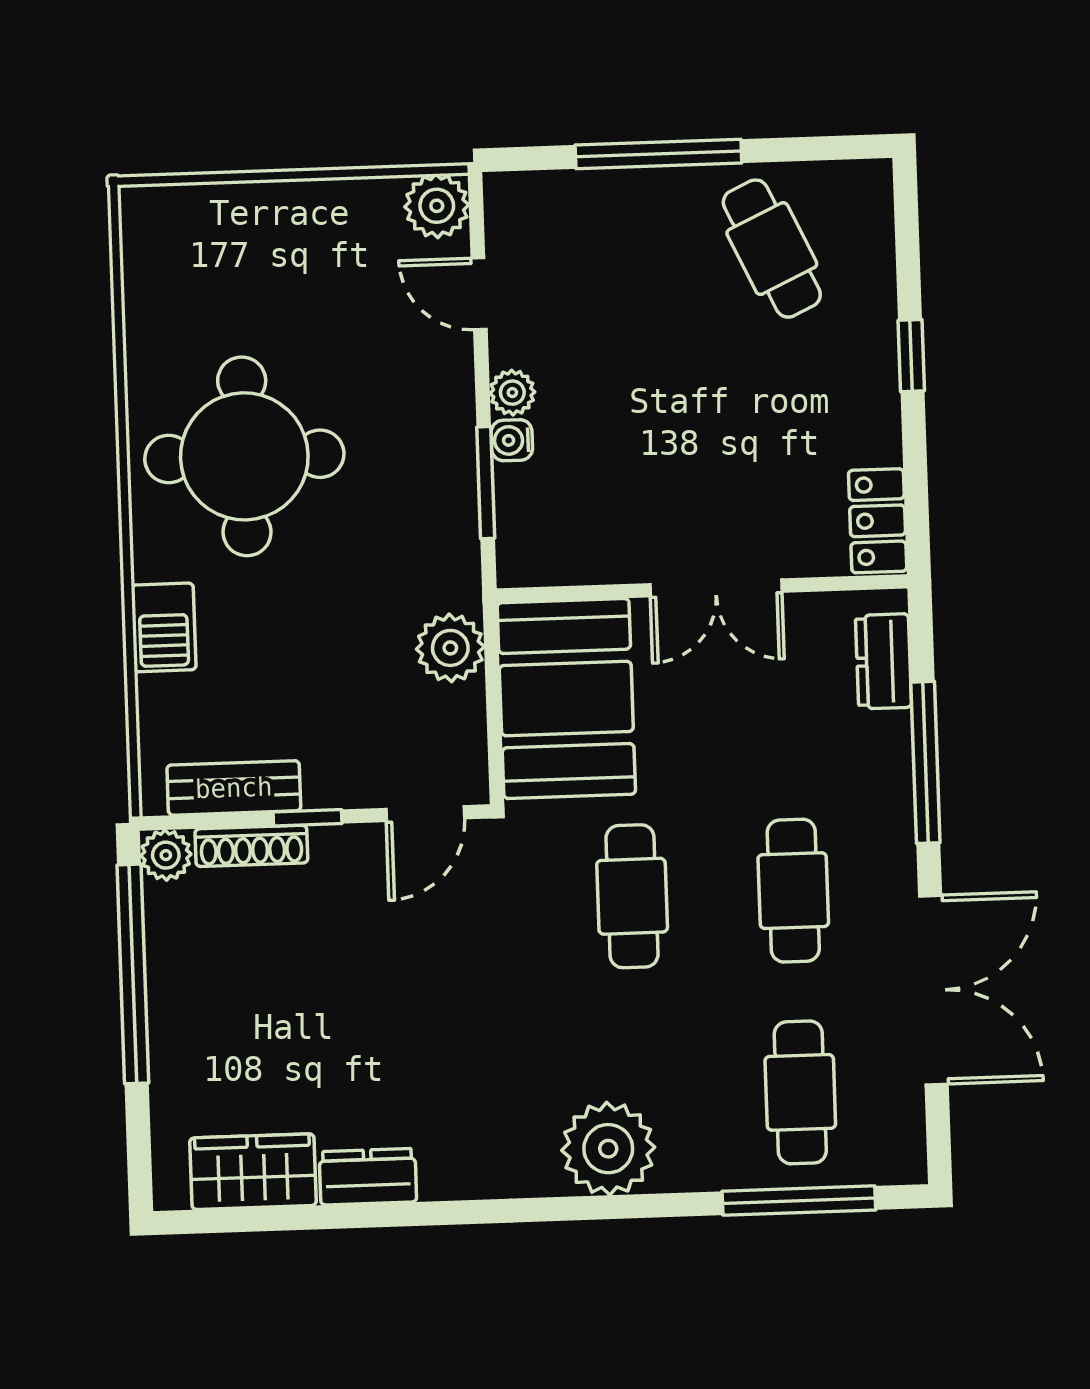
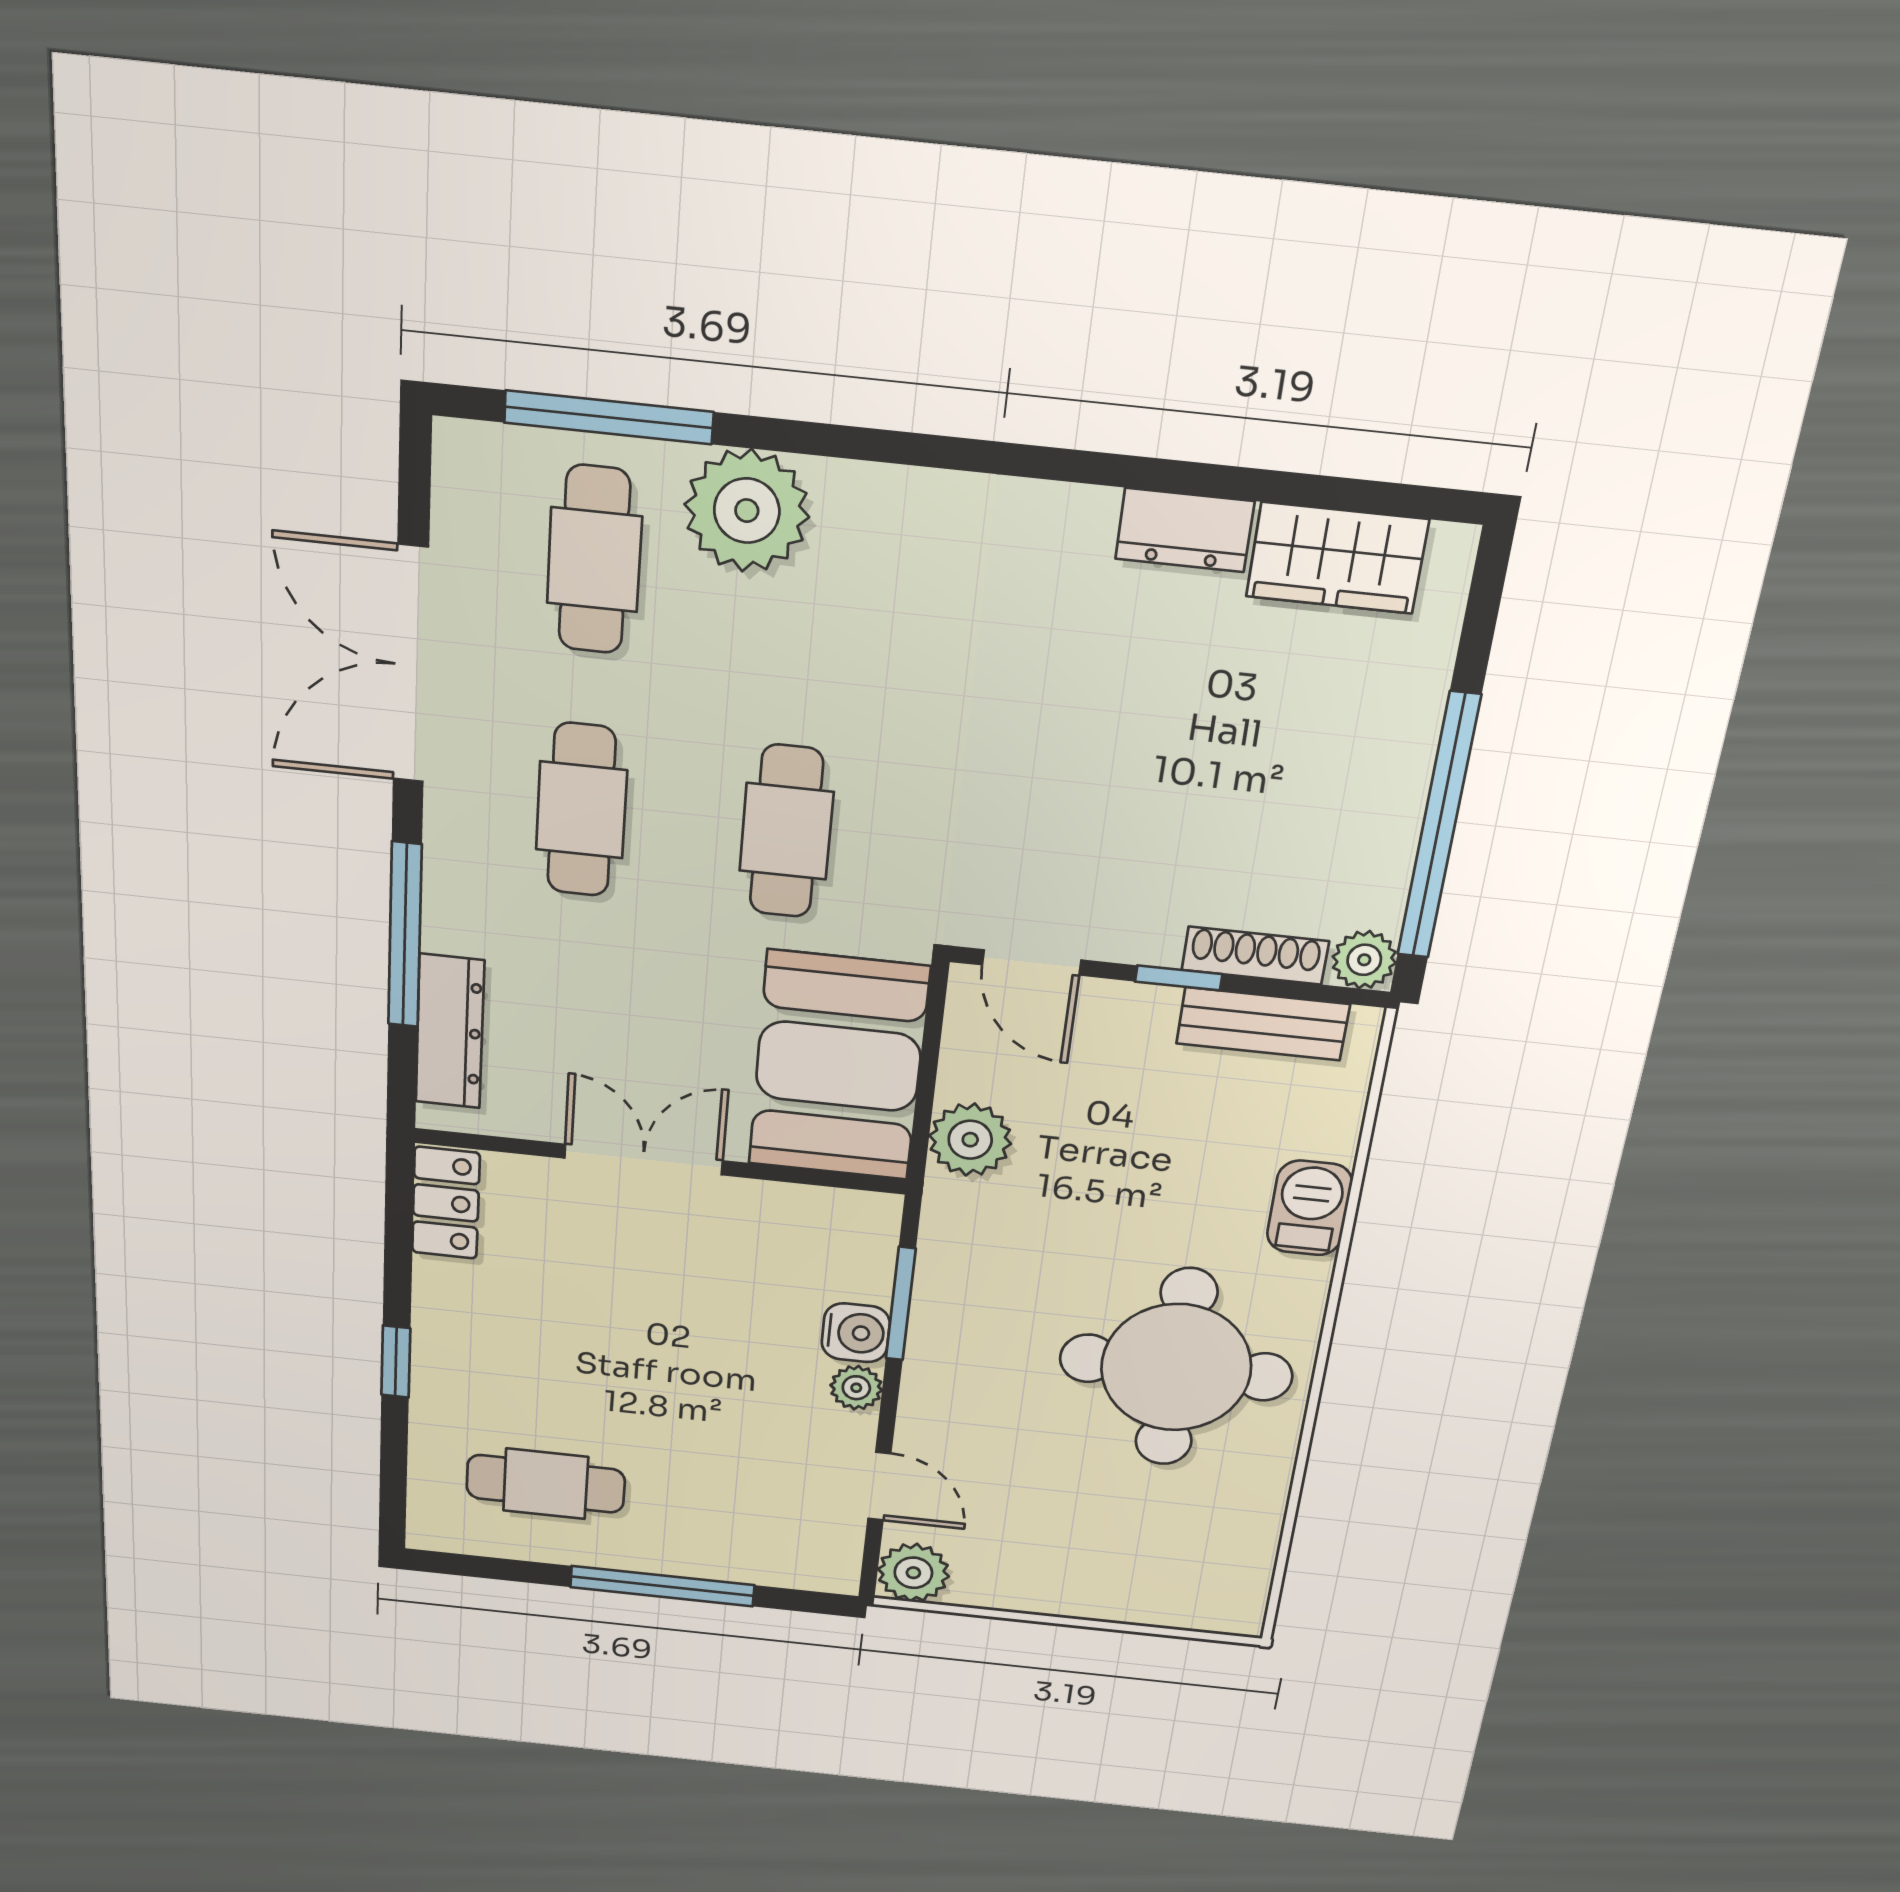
cafe table: (772, 249) -> (546, 1484), turned -65
water cooler: (512, 440) -> (856, 1333), width x1.38, depth x1.38
dresser: (884, 661) -> (450, 1032), width x1.44
door: (425, 814) -> (1032, 962), swing flipped
plant: (608, 1149) -> (747, 511), moved

